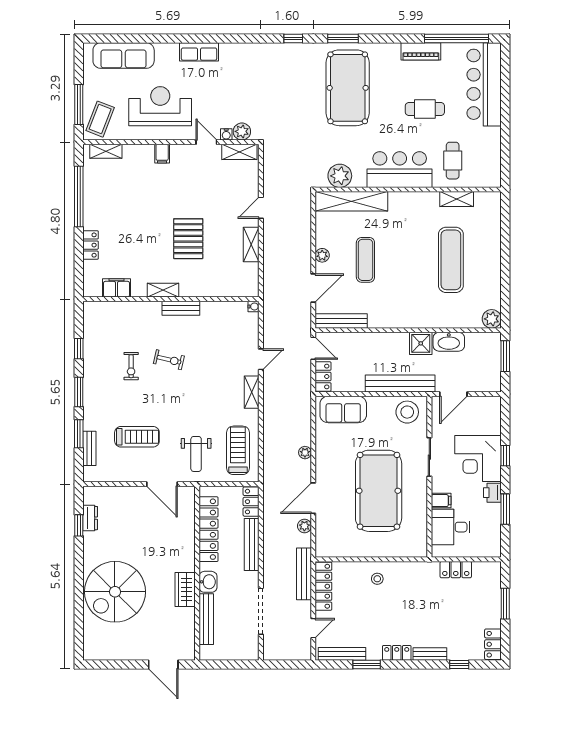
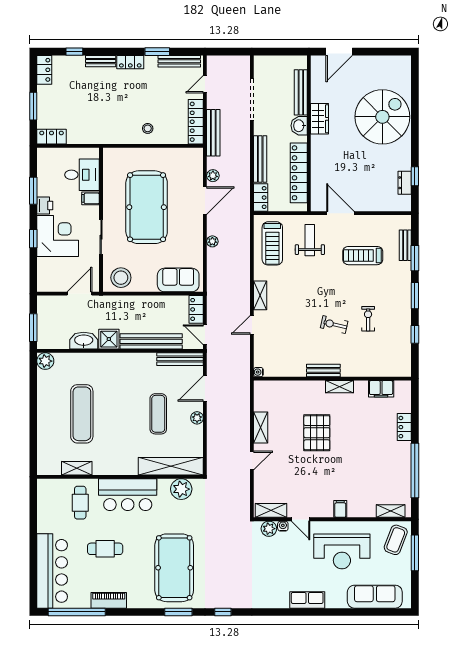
bench: (400, 383) -> (151, 341), moved
locker: (456, 570) -> (52, 137), moved
door: (163, 665) -> (339, 52), swing flipped

